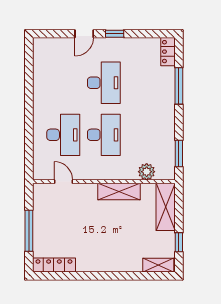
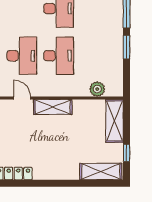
window: (179, 154) -> (127, 47), moved
shelving: (119, 191) -> (53, 107), moved
shelving: (158, 265) -> (101, 172), width x1.50, depth x1.33

